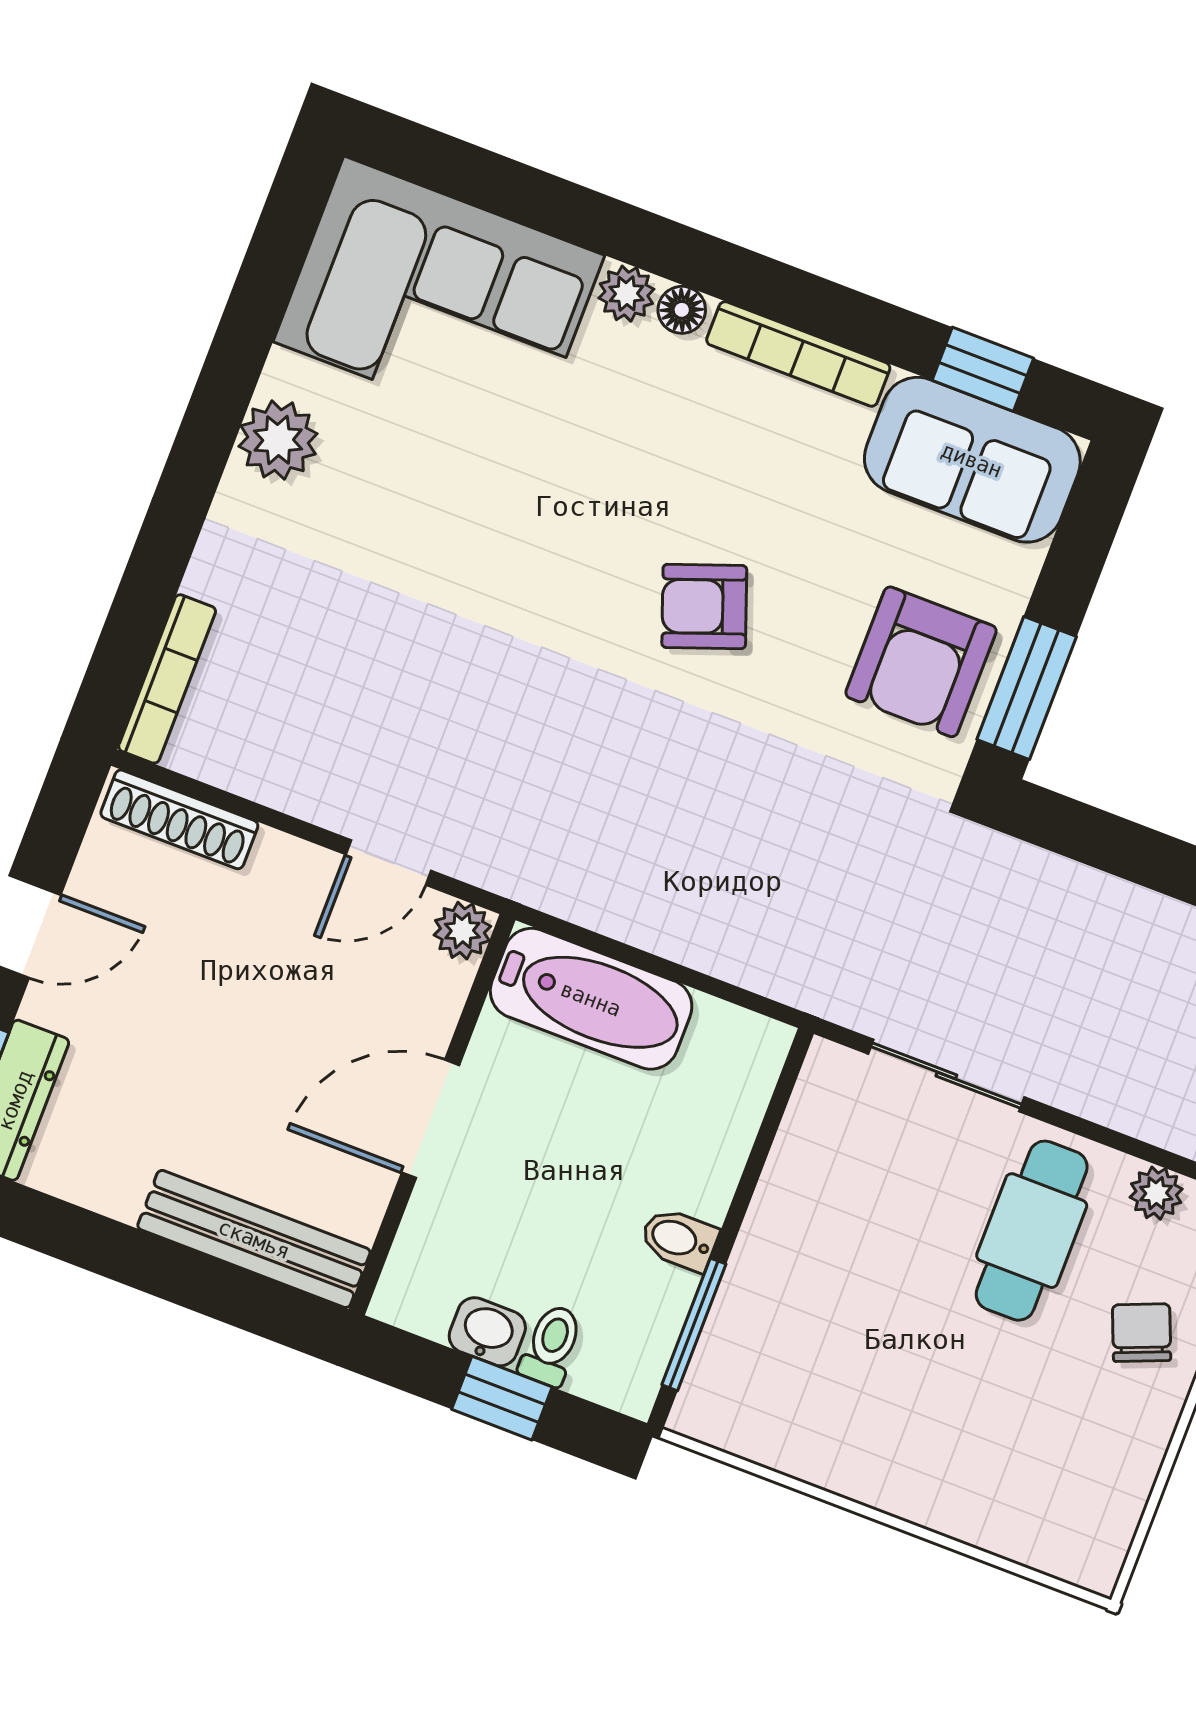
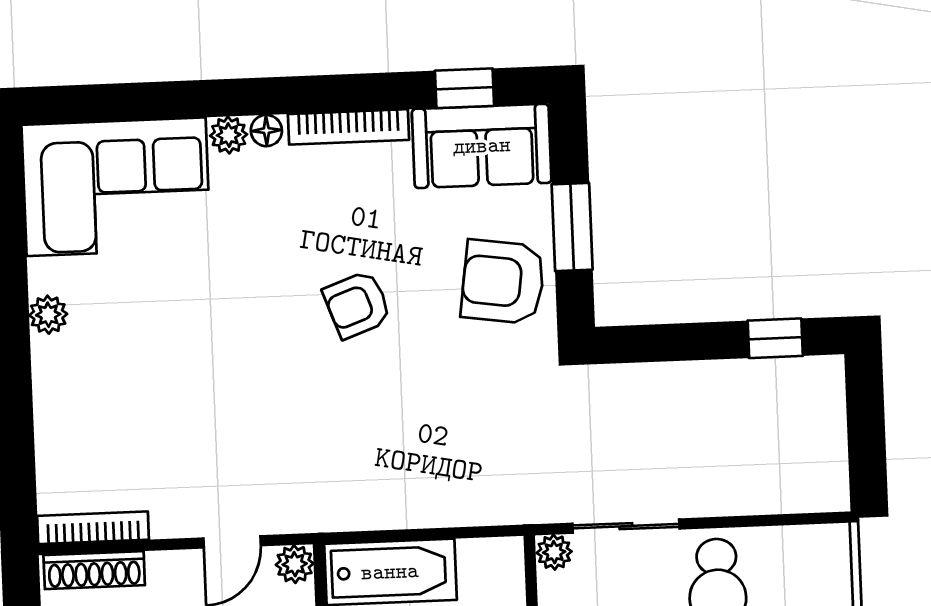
plant: (278, 440) -> (48, 315), width x0.73, depth x0.73
armchair: (921, 662) -> (503, 282), turned 98
bookcase: (167, 679) -> (93, 528), moved, turned -90
window: (1027, 688) -> (572, 227), moved
plant: (1156, 1193) -> (554, 552), moved

